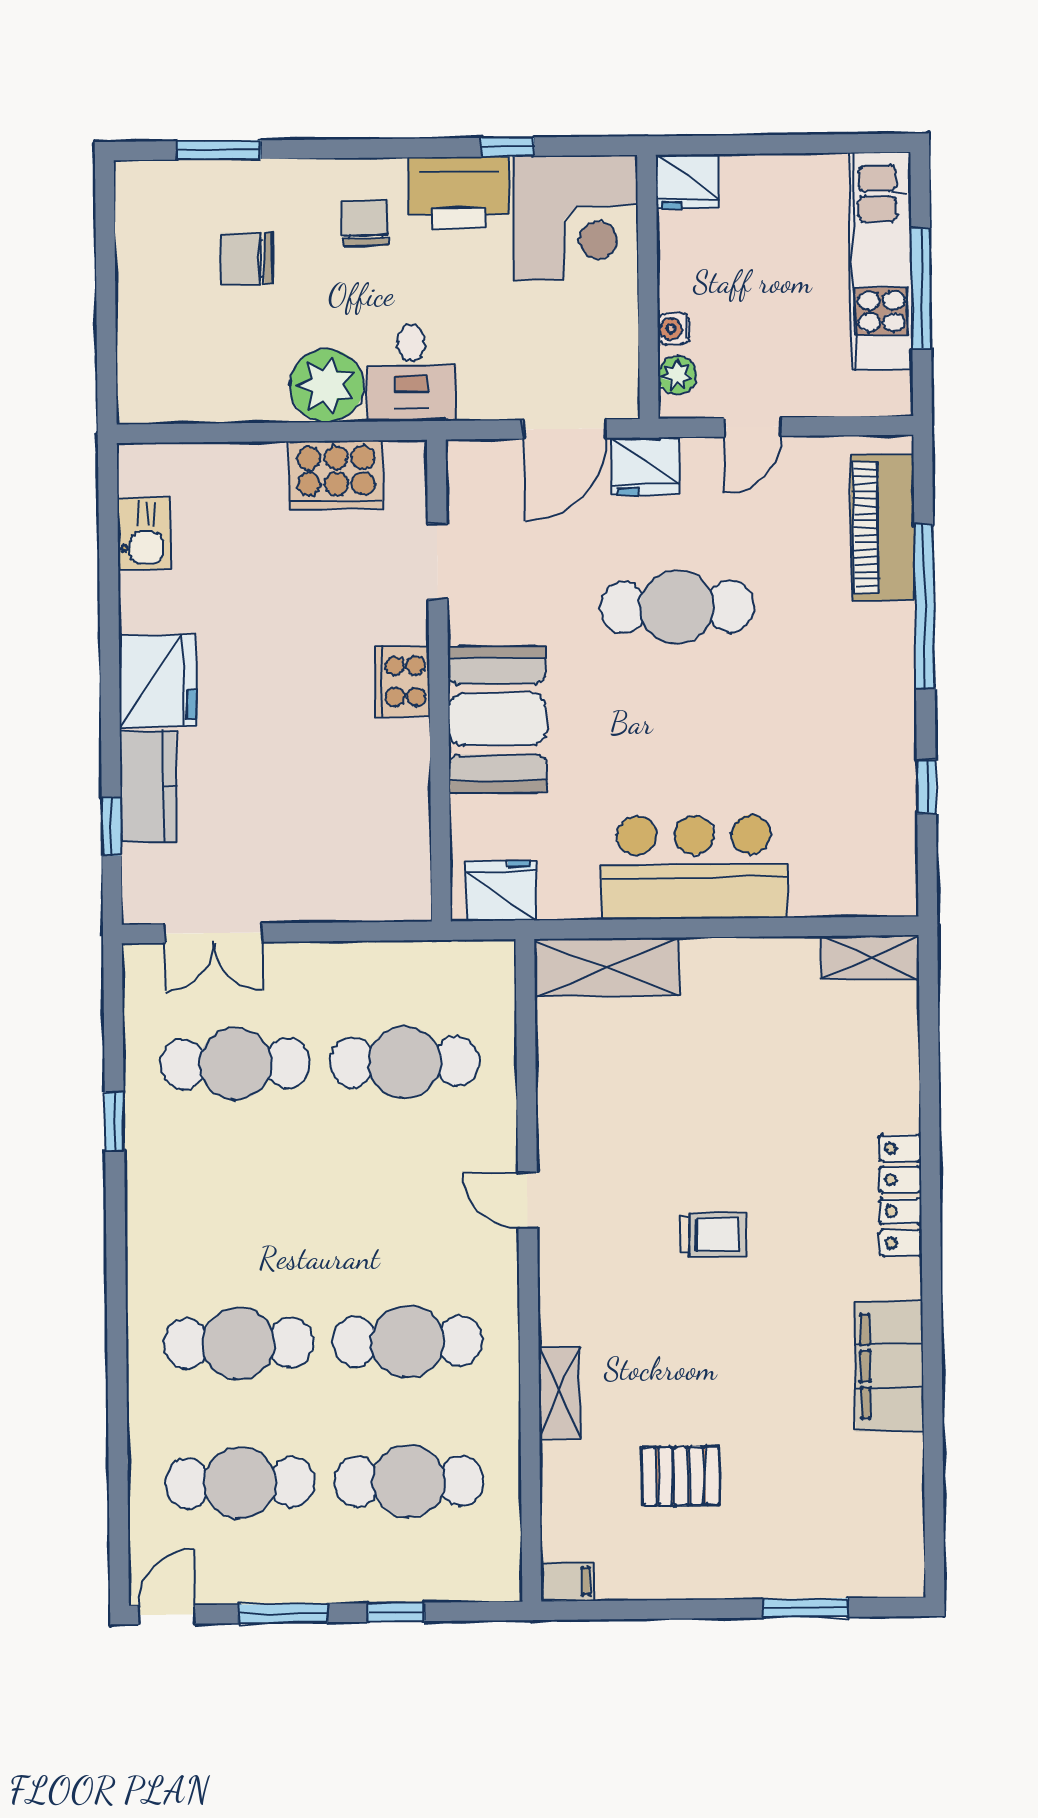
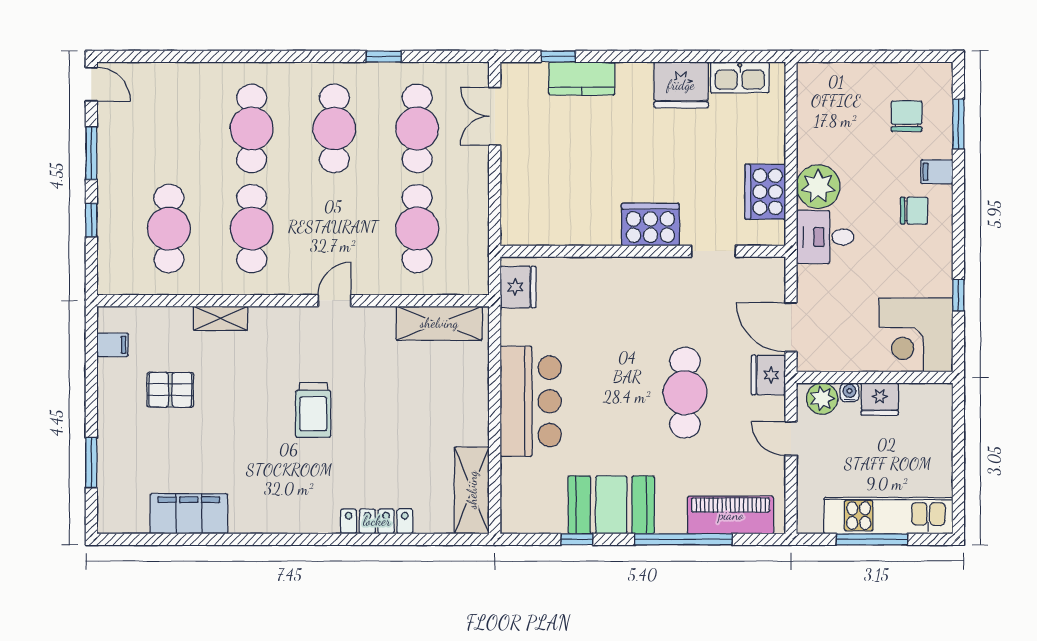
fridge: (688, 182) -> (880, 399), moved, turned -90
filing cabinet: (299, 186) -> (937, 172), added
printer: (459, 193) -> (931, 266), removed
chair: (247, 258) -> (907, 116), moved
plant: (677, 375) -> (822, 399), width x1.38, depth x1.38
kitchen sink: (144, 533) -> (740, 77), width x1.38
fridge: (158, 681) -> (681, 85), moved
cooker: (402, 681) -> (650, 224), width x1.37, depth x1.31
booth: (497, 719) -> (611, 505), moved
shelving: (870, 957) -> (472, 490), width x1.50, depth x1.33
shelving: (607, 967) -> (439, 323), moved, turned 90
locker: (900, 1195) -> (377, 521), moved
trolley: (713, 1234) -> (313, 410), width x1.36, depth x1.39
filing cabinet: (889, 1366) -> (189, 514), moved
pallet: (681, 1476) -> (170, 390), turned 90
cafe table: (240, 1483) -> (334, 128), moved
filing cabinet: (567, 1581) -> (113, 345), moved, turned -90

